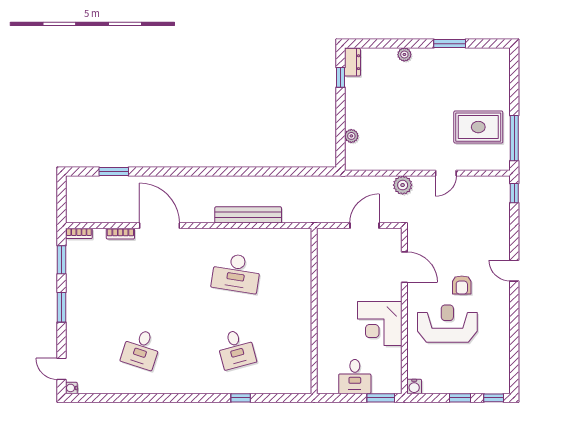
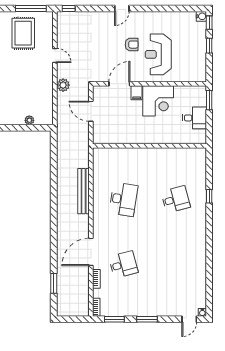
filing cabinet: (391, 292) -> (137, 93), added
desk: (141, 349) -> (123, 265), moved, turned -33
water cooler: (414, 386) -> (201, 16), moved

